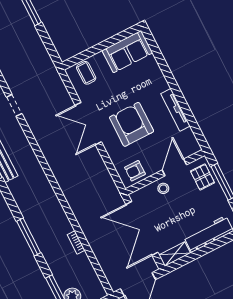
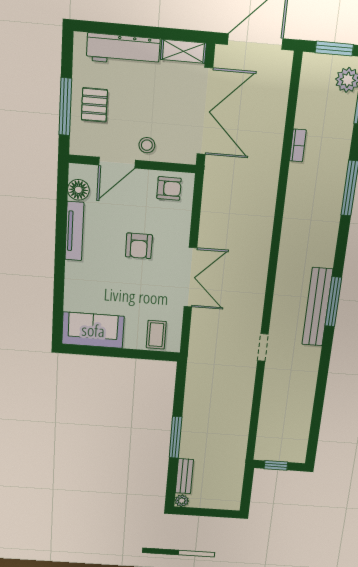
armchair: (132, 124) -> (139, 246), width x0.53, depth x0.53
floor lamp: (187, 137) -> (78, 190), added
pallet: (202, 177) -> (94, 105), moved

